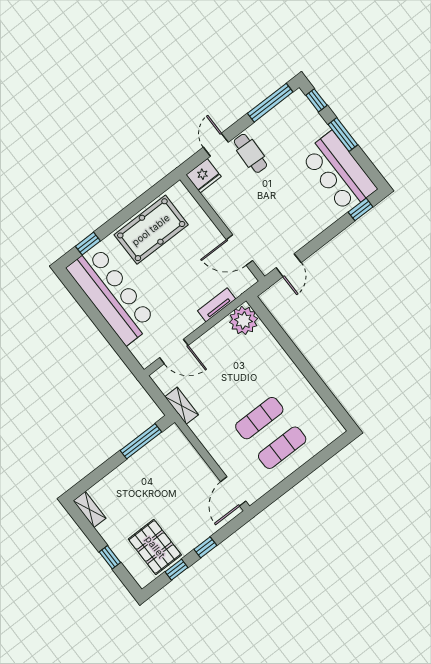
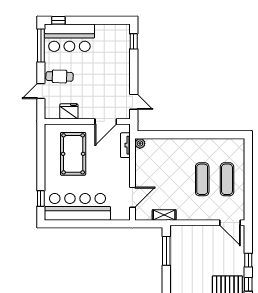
window: (343, 135) -> (87, 20), removed
door: (216, 145) -> (41, 91), hinge flipped
bar counter: (339, 172) -> (69, 38), moved
fridge: (204, 176) -> (69, 111), moved, turned -90
pool table: (151, 230) -> (73, 154), moved
tv unit: (217, 305) -> (125, 145), moved
plant: (244, 320) -> (140, 143), width x0.53, depth x0.53

